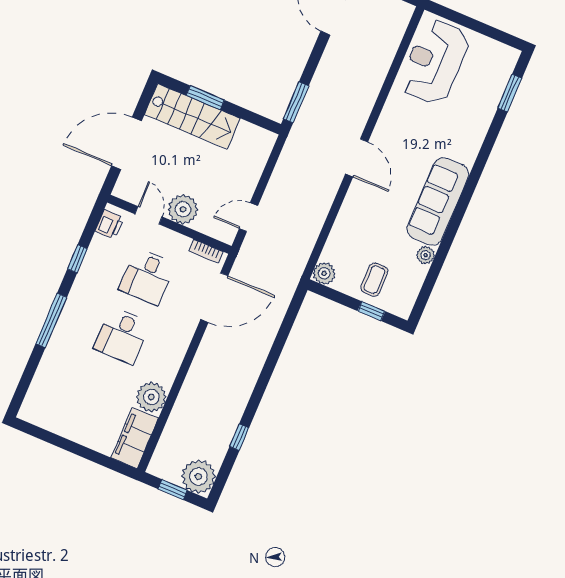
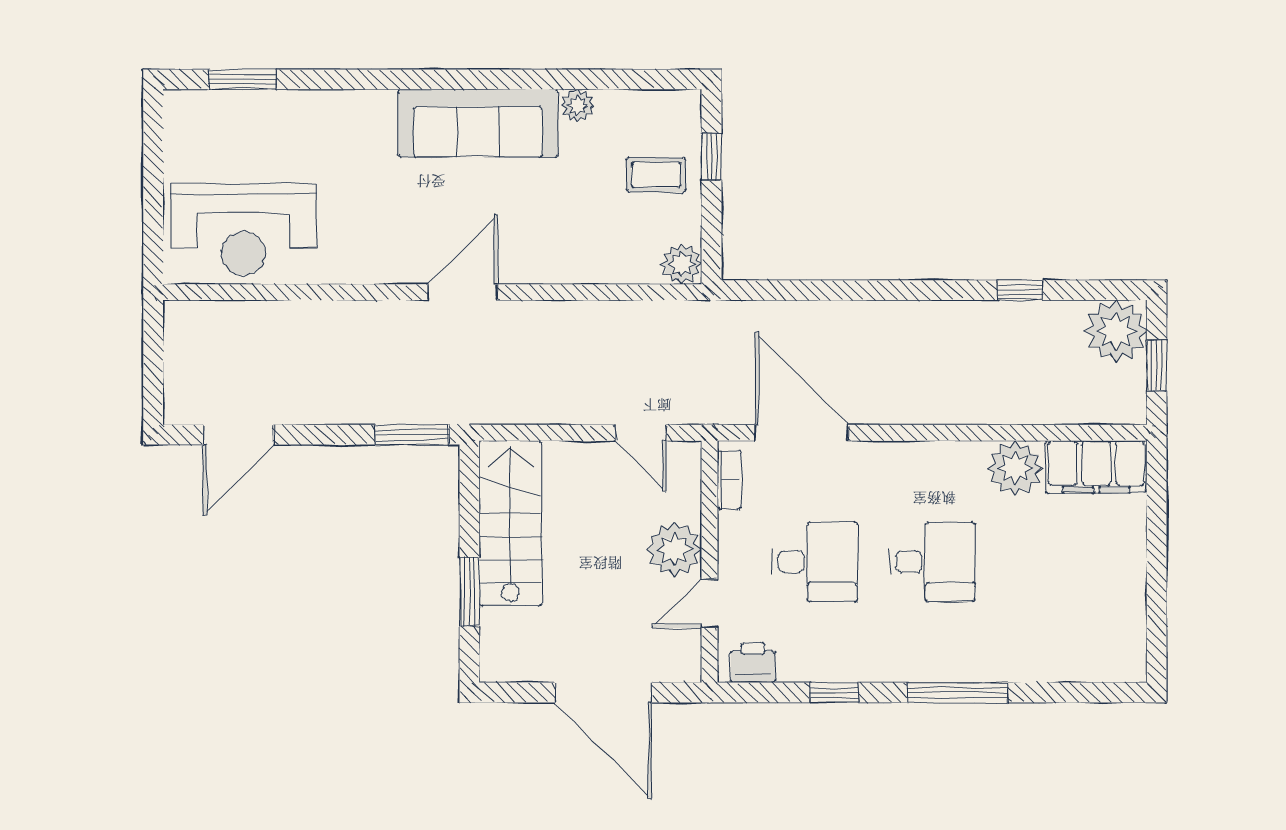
stairs: (192, 116) -> (510, 523), moved

